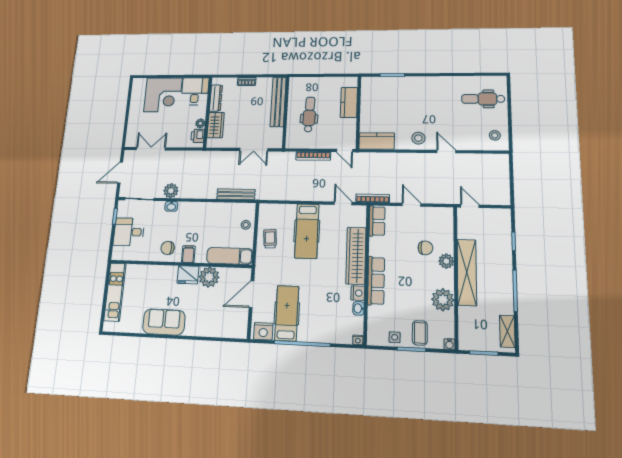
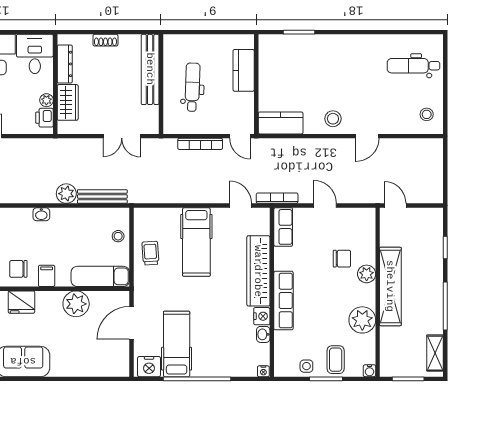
door: (446, 152) -> (367, 136), swing flipped
plant: (171, 191) -> (66, 194), moved
washbasin: (171, 206) -> (41, 214), moved
fridge: (188, 275) -> (21, 302), moved

